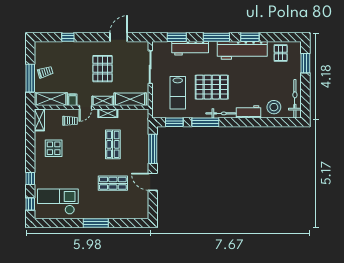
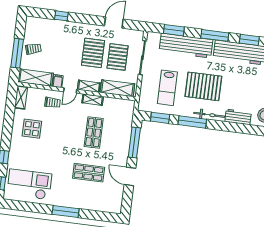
workbench: (190, 48) -> (186, 46), width x1.36, depth x1.32
pallet: (126, 69) -> (118, 57), added

